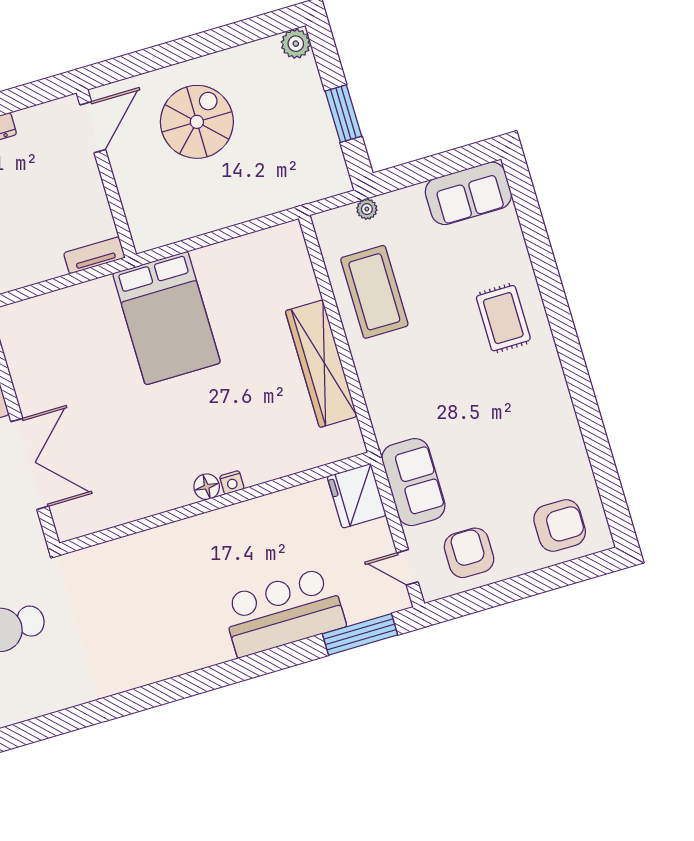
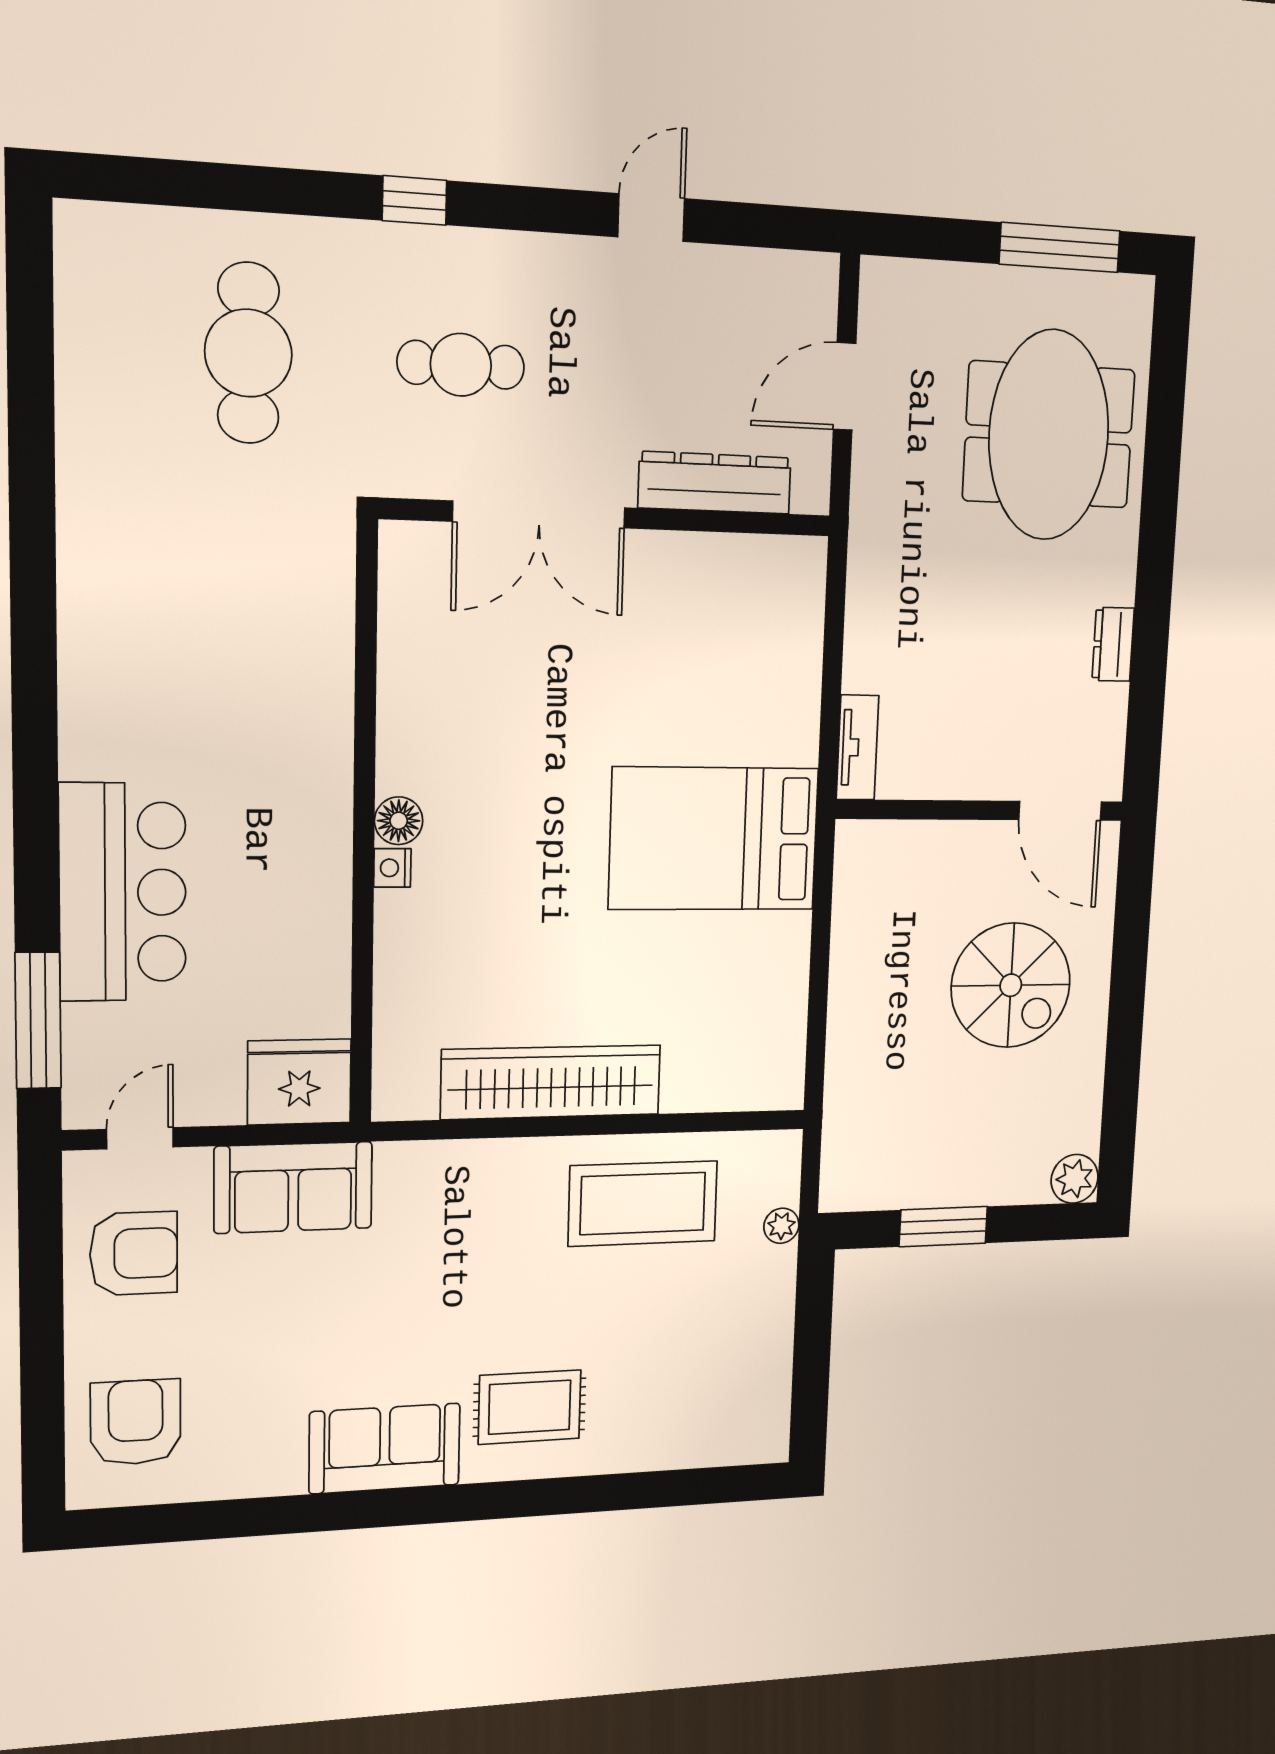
sofa: (468, 193) -> (385, 1448), moved, turned 90
armchair: (560, 526) -> (136, 1422), turned 180

